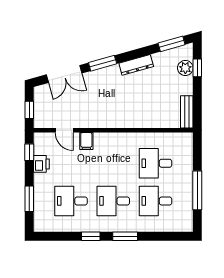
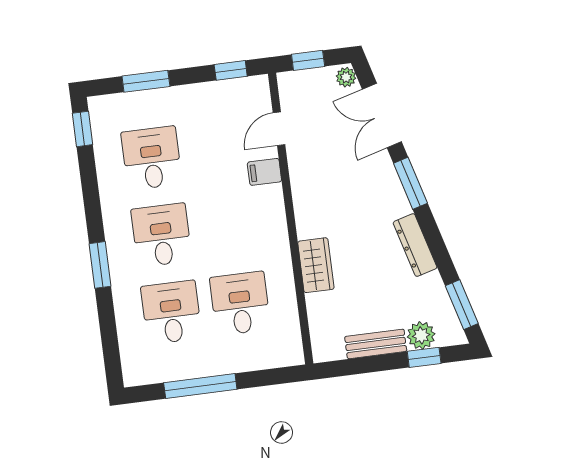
plant: (41, 91) -> (346, 77), added
bench: (187, 112) -> (376, 344), moved
wardrobe: (140, 120) -> (316, 265), added
printer: (41, 164) -> (212, 95), removed
window: (91, 236) -> (83, 129), moved

